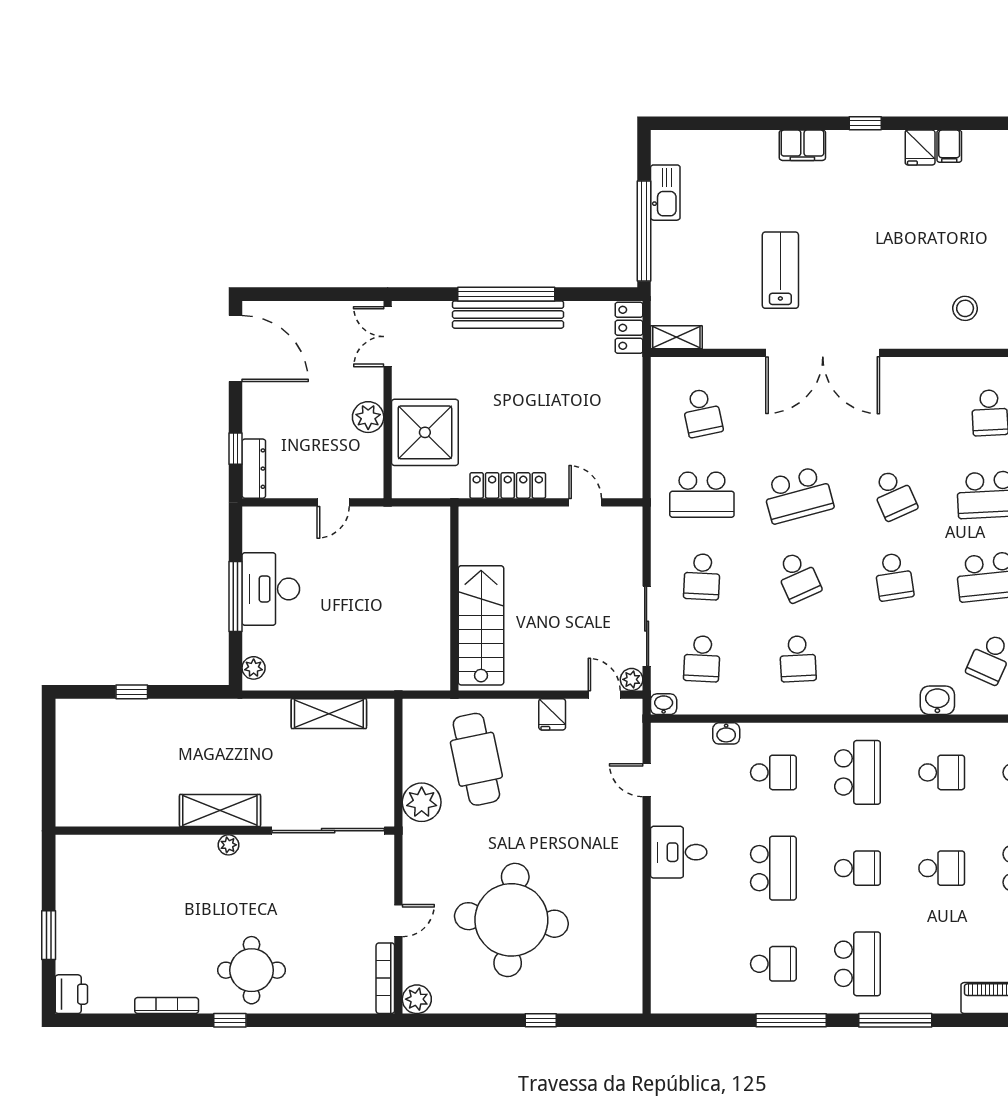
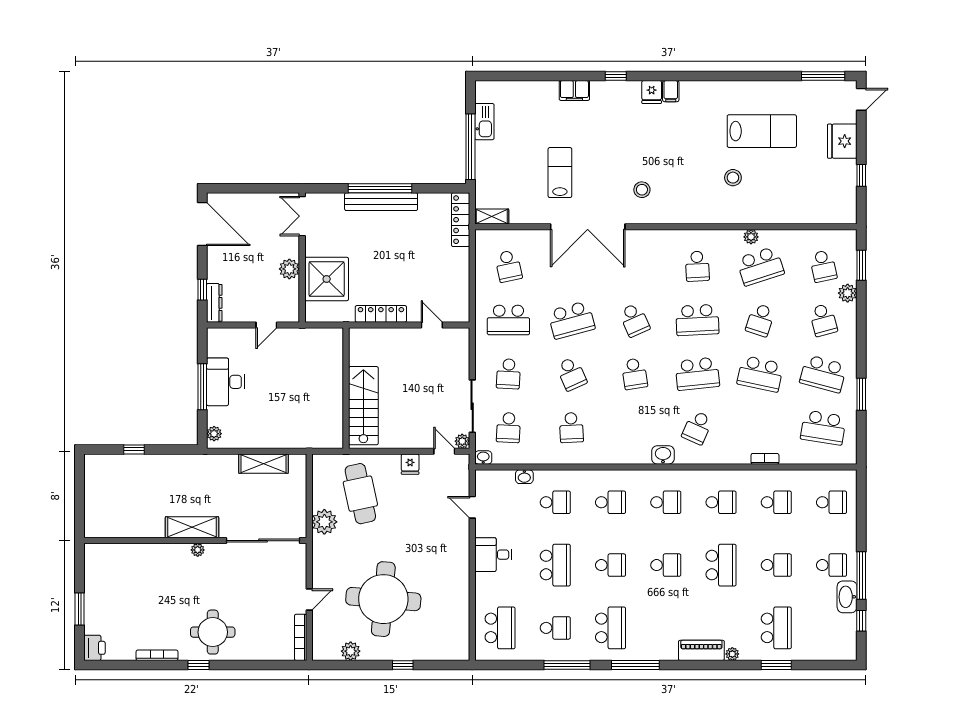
stool: (965, 308) -> (642, 190), moved
locker: (629, 328) -> (461, 220), width x1.53
school desk: (858, 772) -> (611, 502), width x0.54
school desk: (689, 964) -> (500, 628), added
plant: (417, 999) -> (351, 651), moved

